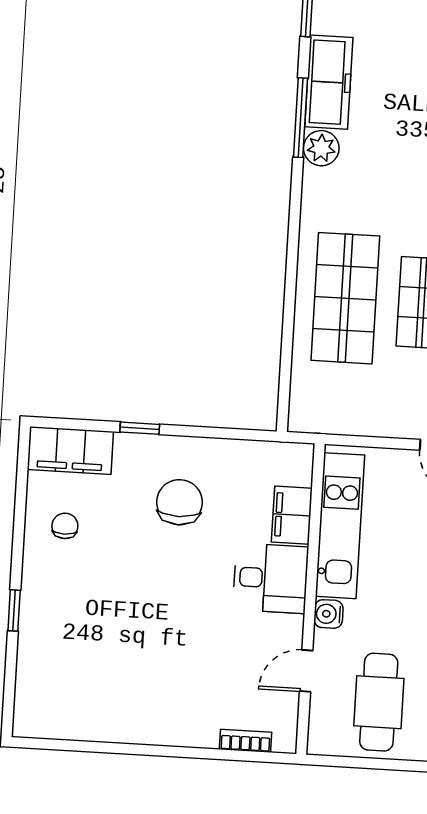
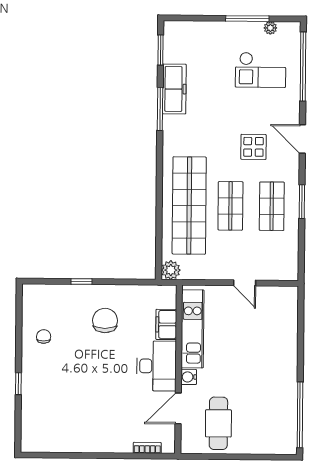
plant: (321, 148) -> (171, 270), moved
shop shelf: (345, 298) -> (189, 205), width x1.40
filing cabinet: (70, 451) -> (44, 296), removed
desk: (271, 578) -> (156, 366), width x1.37
door: (306, 671) -> (178, 408), width x1.38

